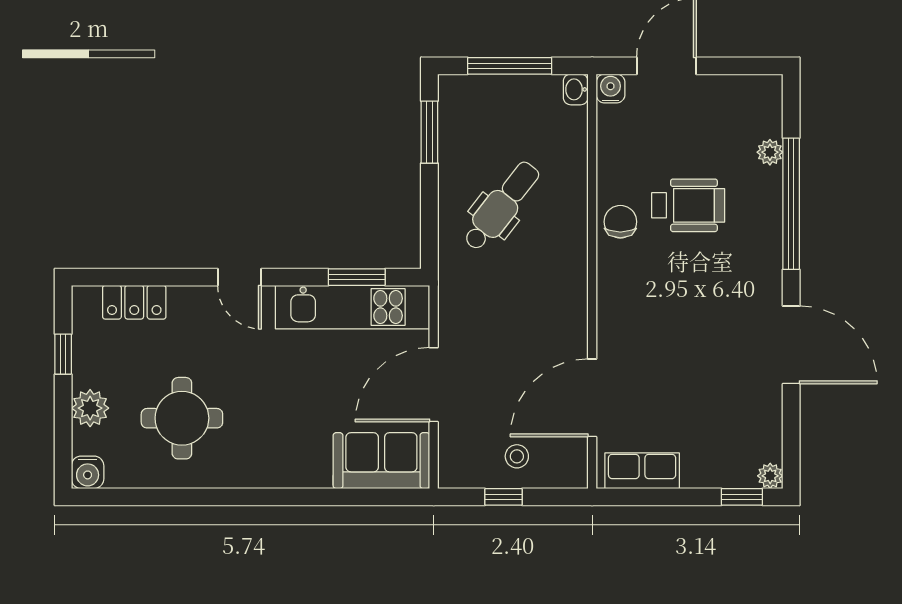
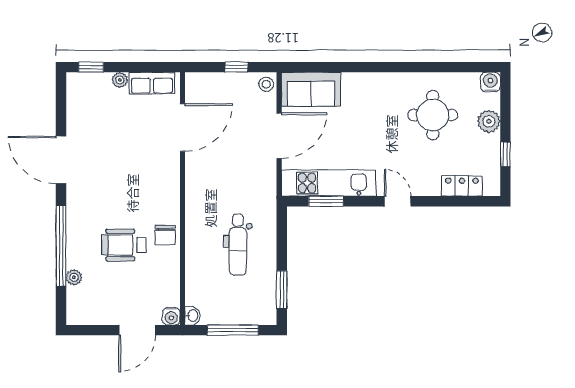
dental chair: (501, 206) -> (238, 245), turned -38
stool: (517, 456) -> (266, 84), moved
plant: (770, 476) -> (120, 80), moved

